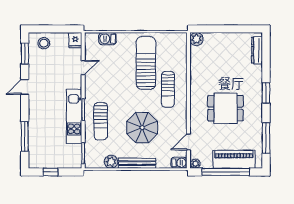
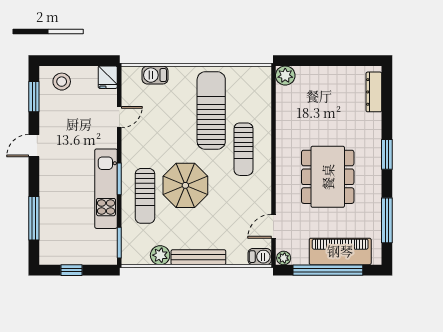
dining table: (225, 108) -> (328, 177), width x1.38
parasol: (142, 128) -> (185, 185), moved

